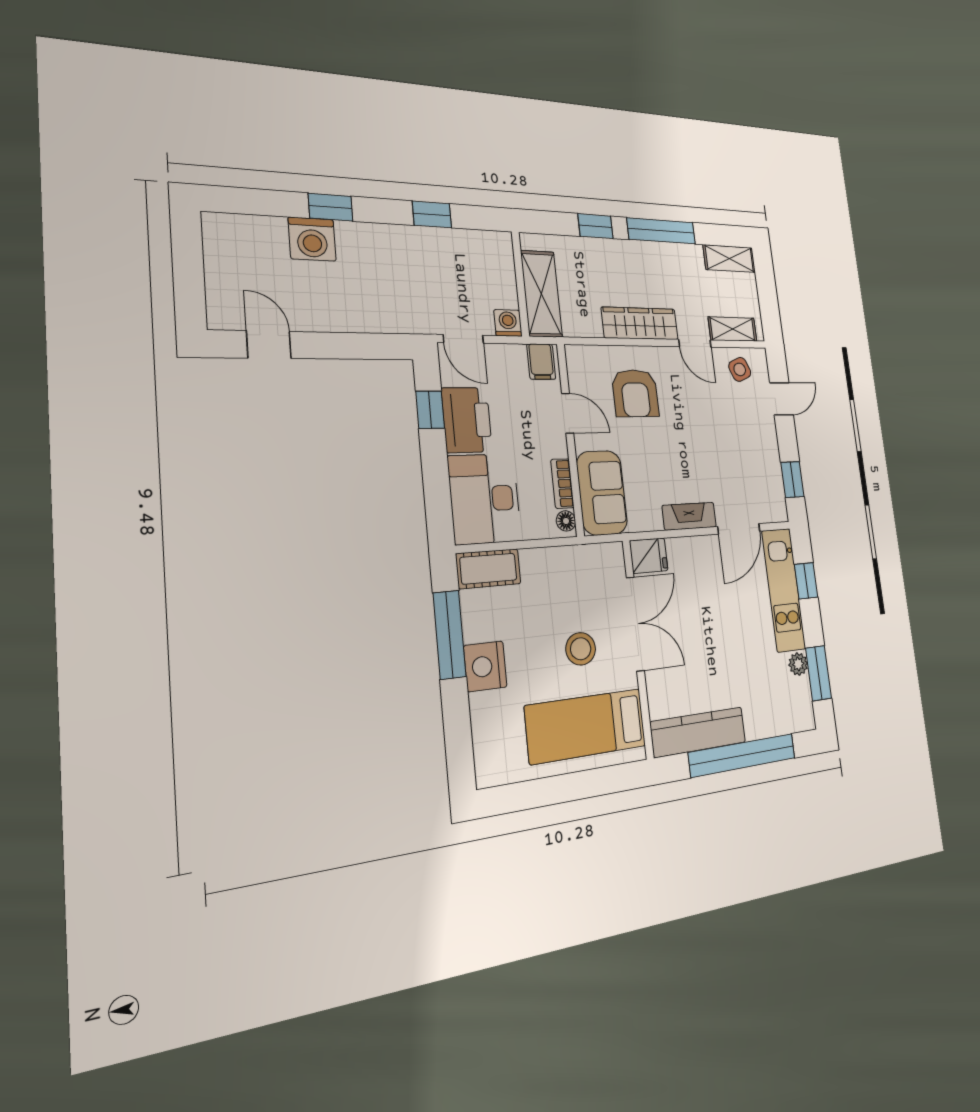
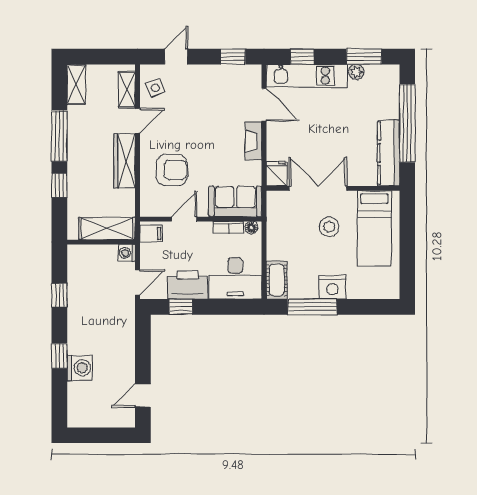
door: (782, 399) -> (176, 57), hinge flipped

